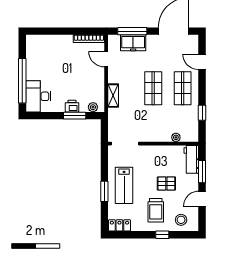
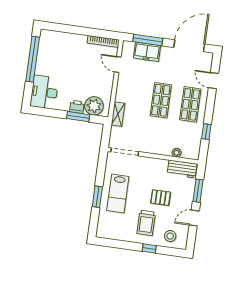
window: (22, 81) -> (33, 59), moved
shelving: (113, 96) -> (118, 114), moved
plant: (93, 107) -> (94, 106), width x1.87, depth x1.87
workbench: (191, 159) -> (182, 169), moved, turned -90
locker: (119, 225) -> (108, 233), removed

